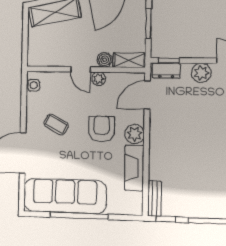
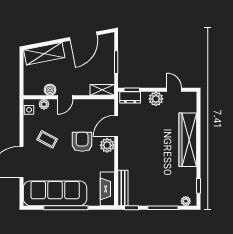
boiler: (105, 60) -> (50, 90), moved
door: (81, 69) -> (65, 97), hinge flipped
plant: (99, 79) -> (44, 104), moved
door: (147, 95) -> (116, 126), moved
fireplace: (134, 168) -> (107, 189), moved
bench: (155, 199) -> (123, 188), width x1.36

